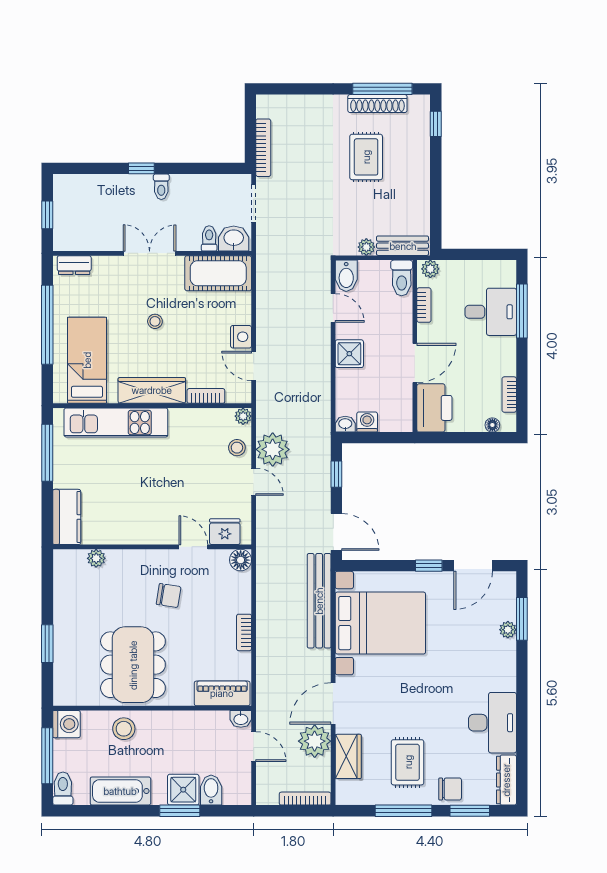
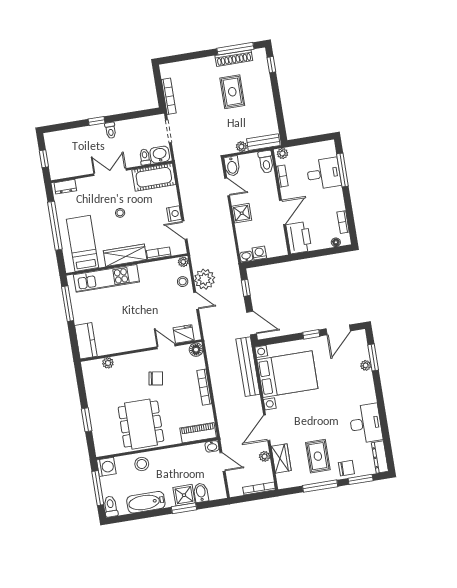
bookcase: (244, 632) -> (204, 387), width x1.56
plant: (315, 741) -> (265, 456), width x0.53, depth x0.53

